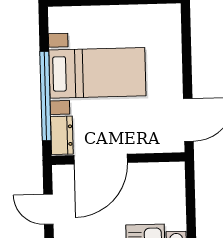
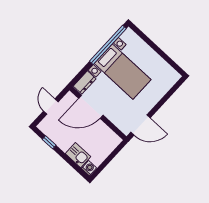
window: (45, 96) -> (108, 45), moved

